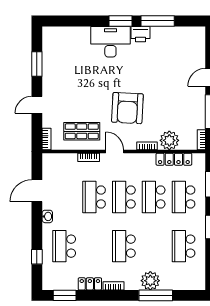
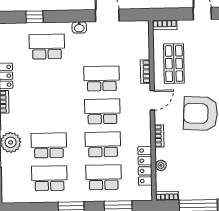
plant: (169, 140) -> (161, 165), width x0.53, depth x0.53
school desk: (124, 246) -> (49, 145), moved

